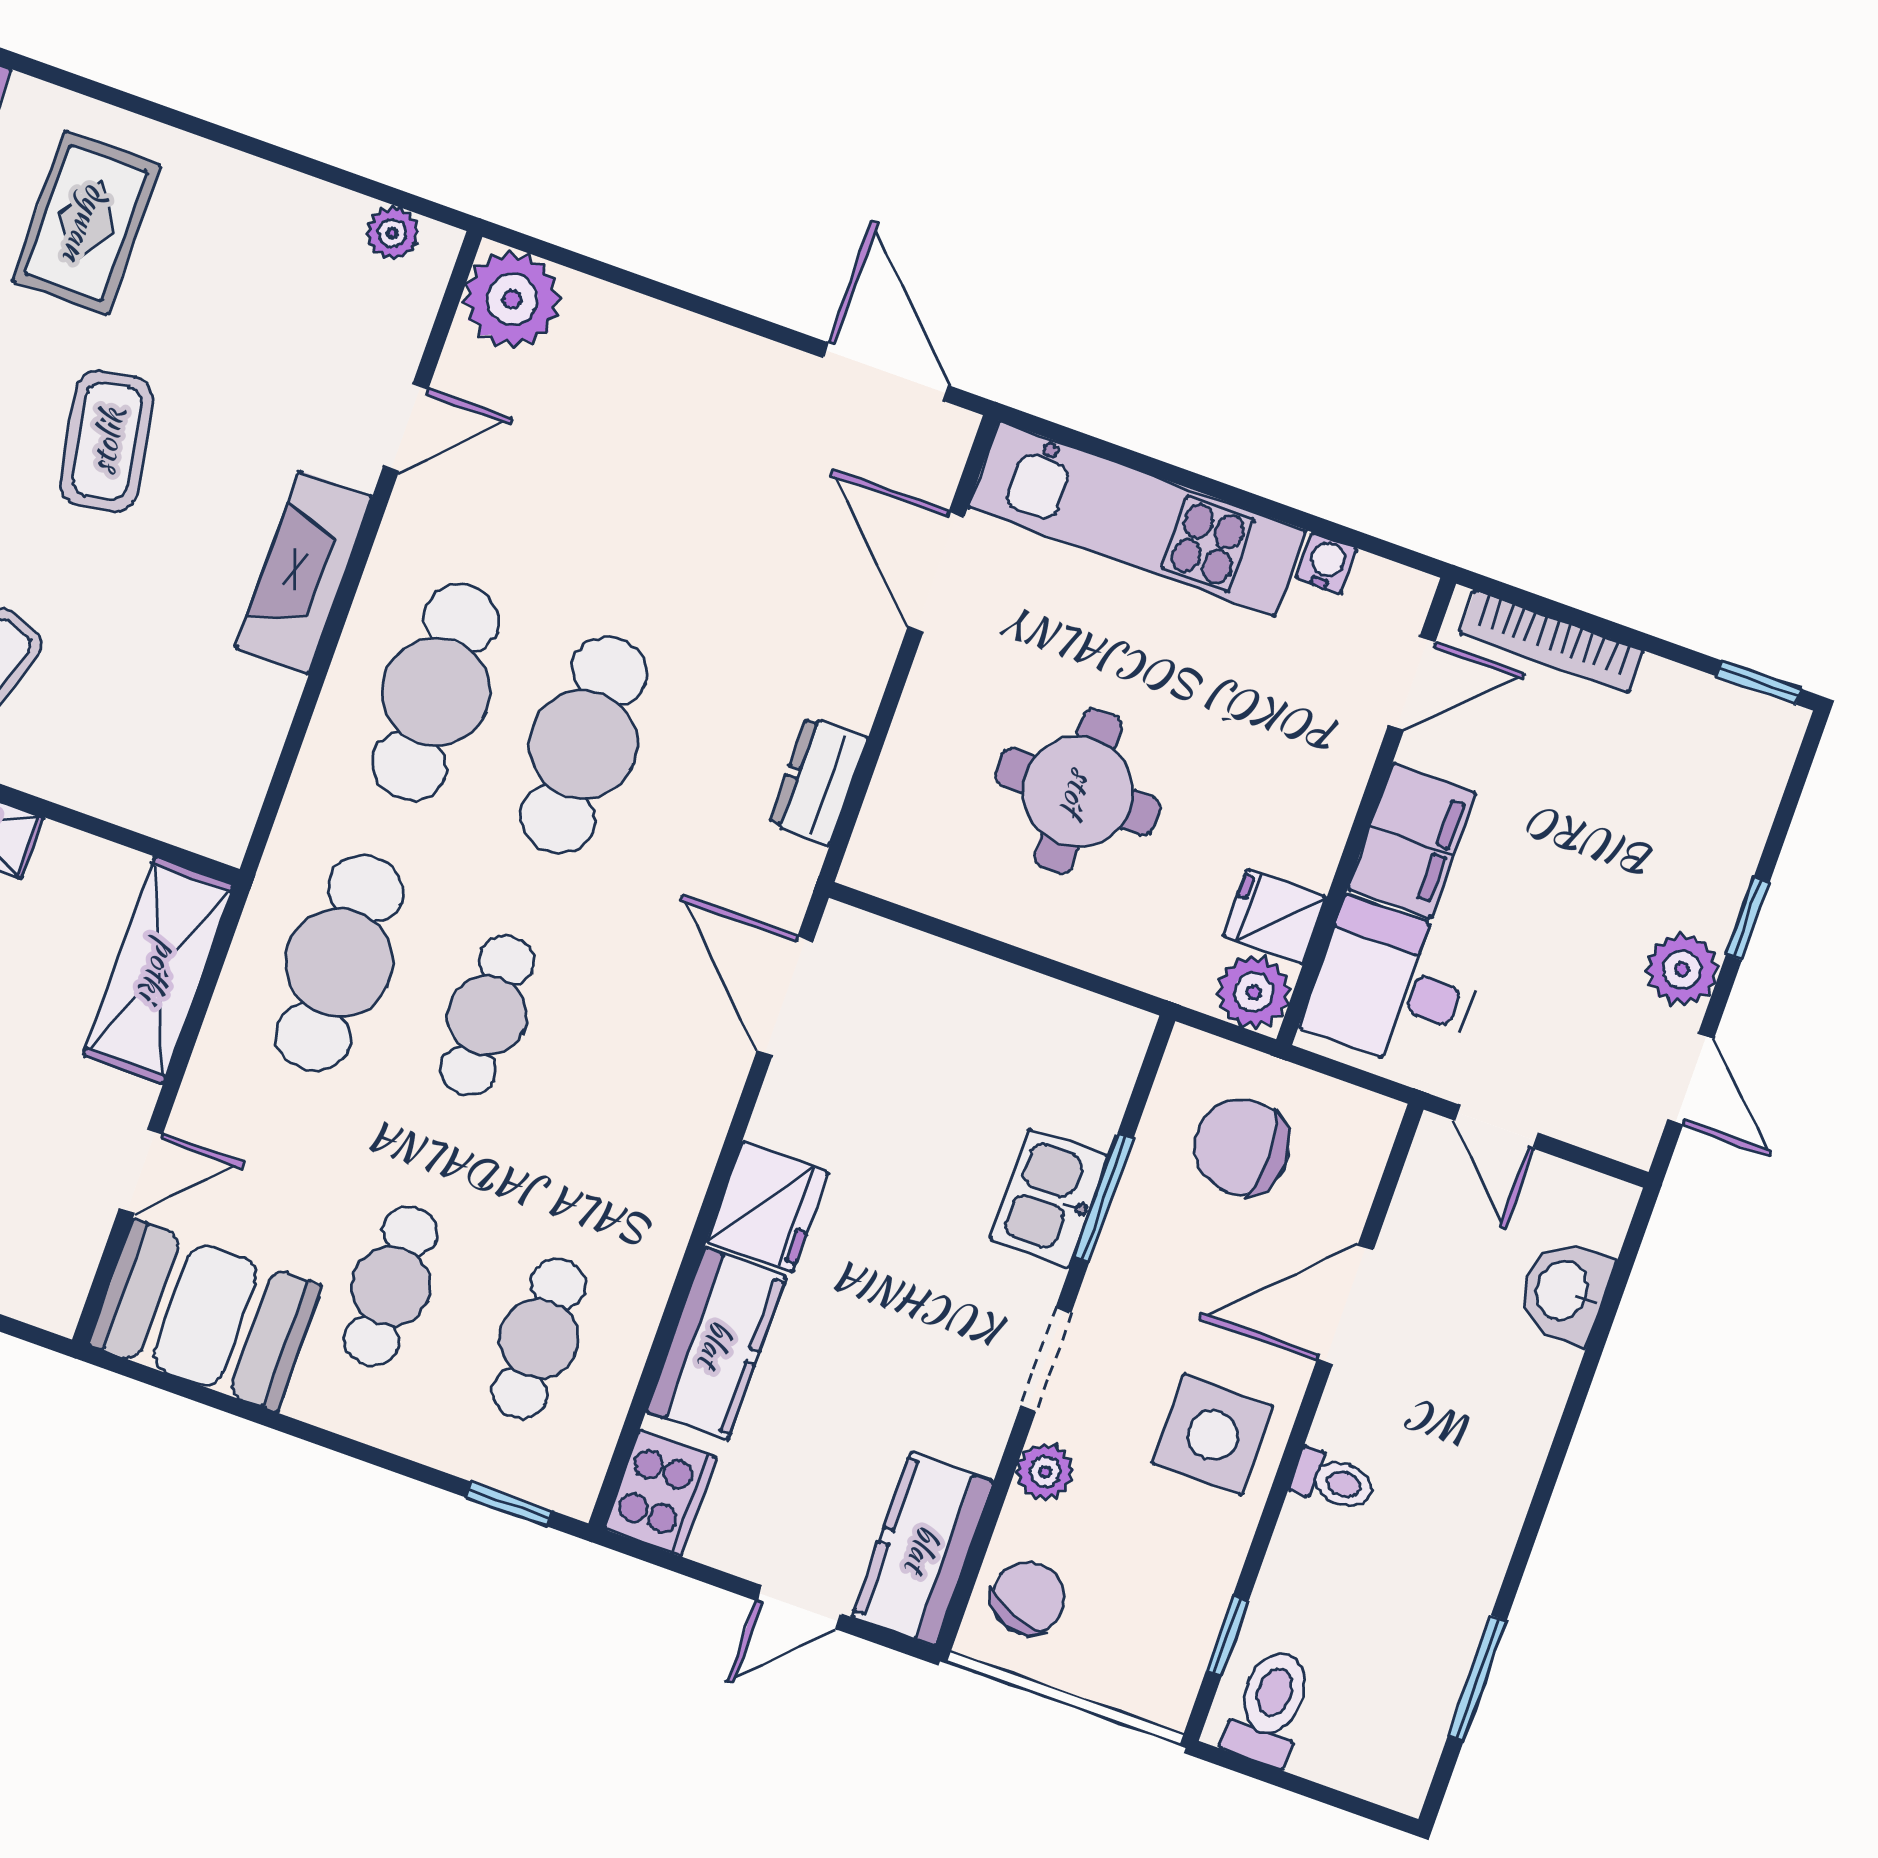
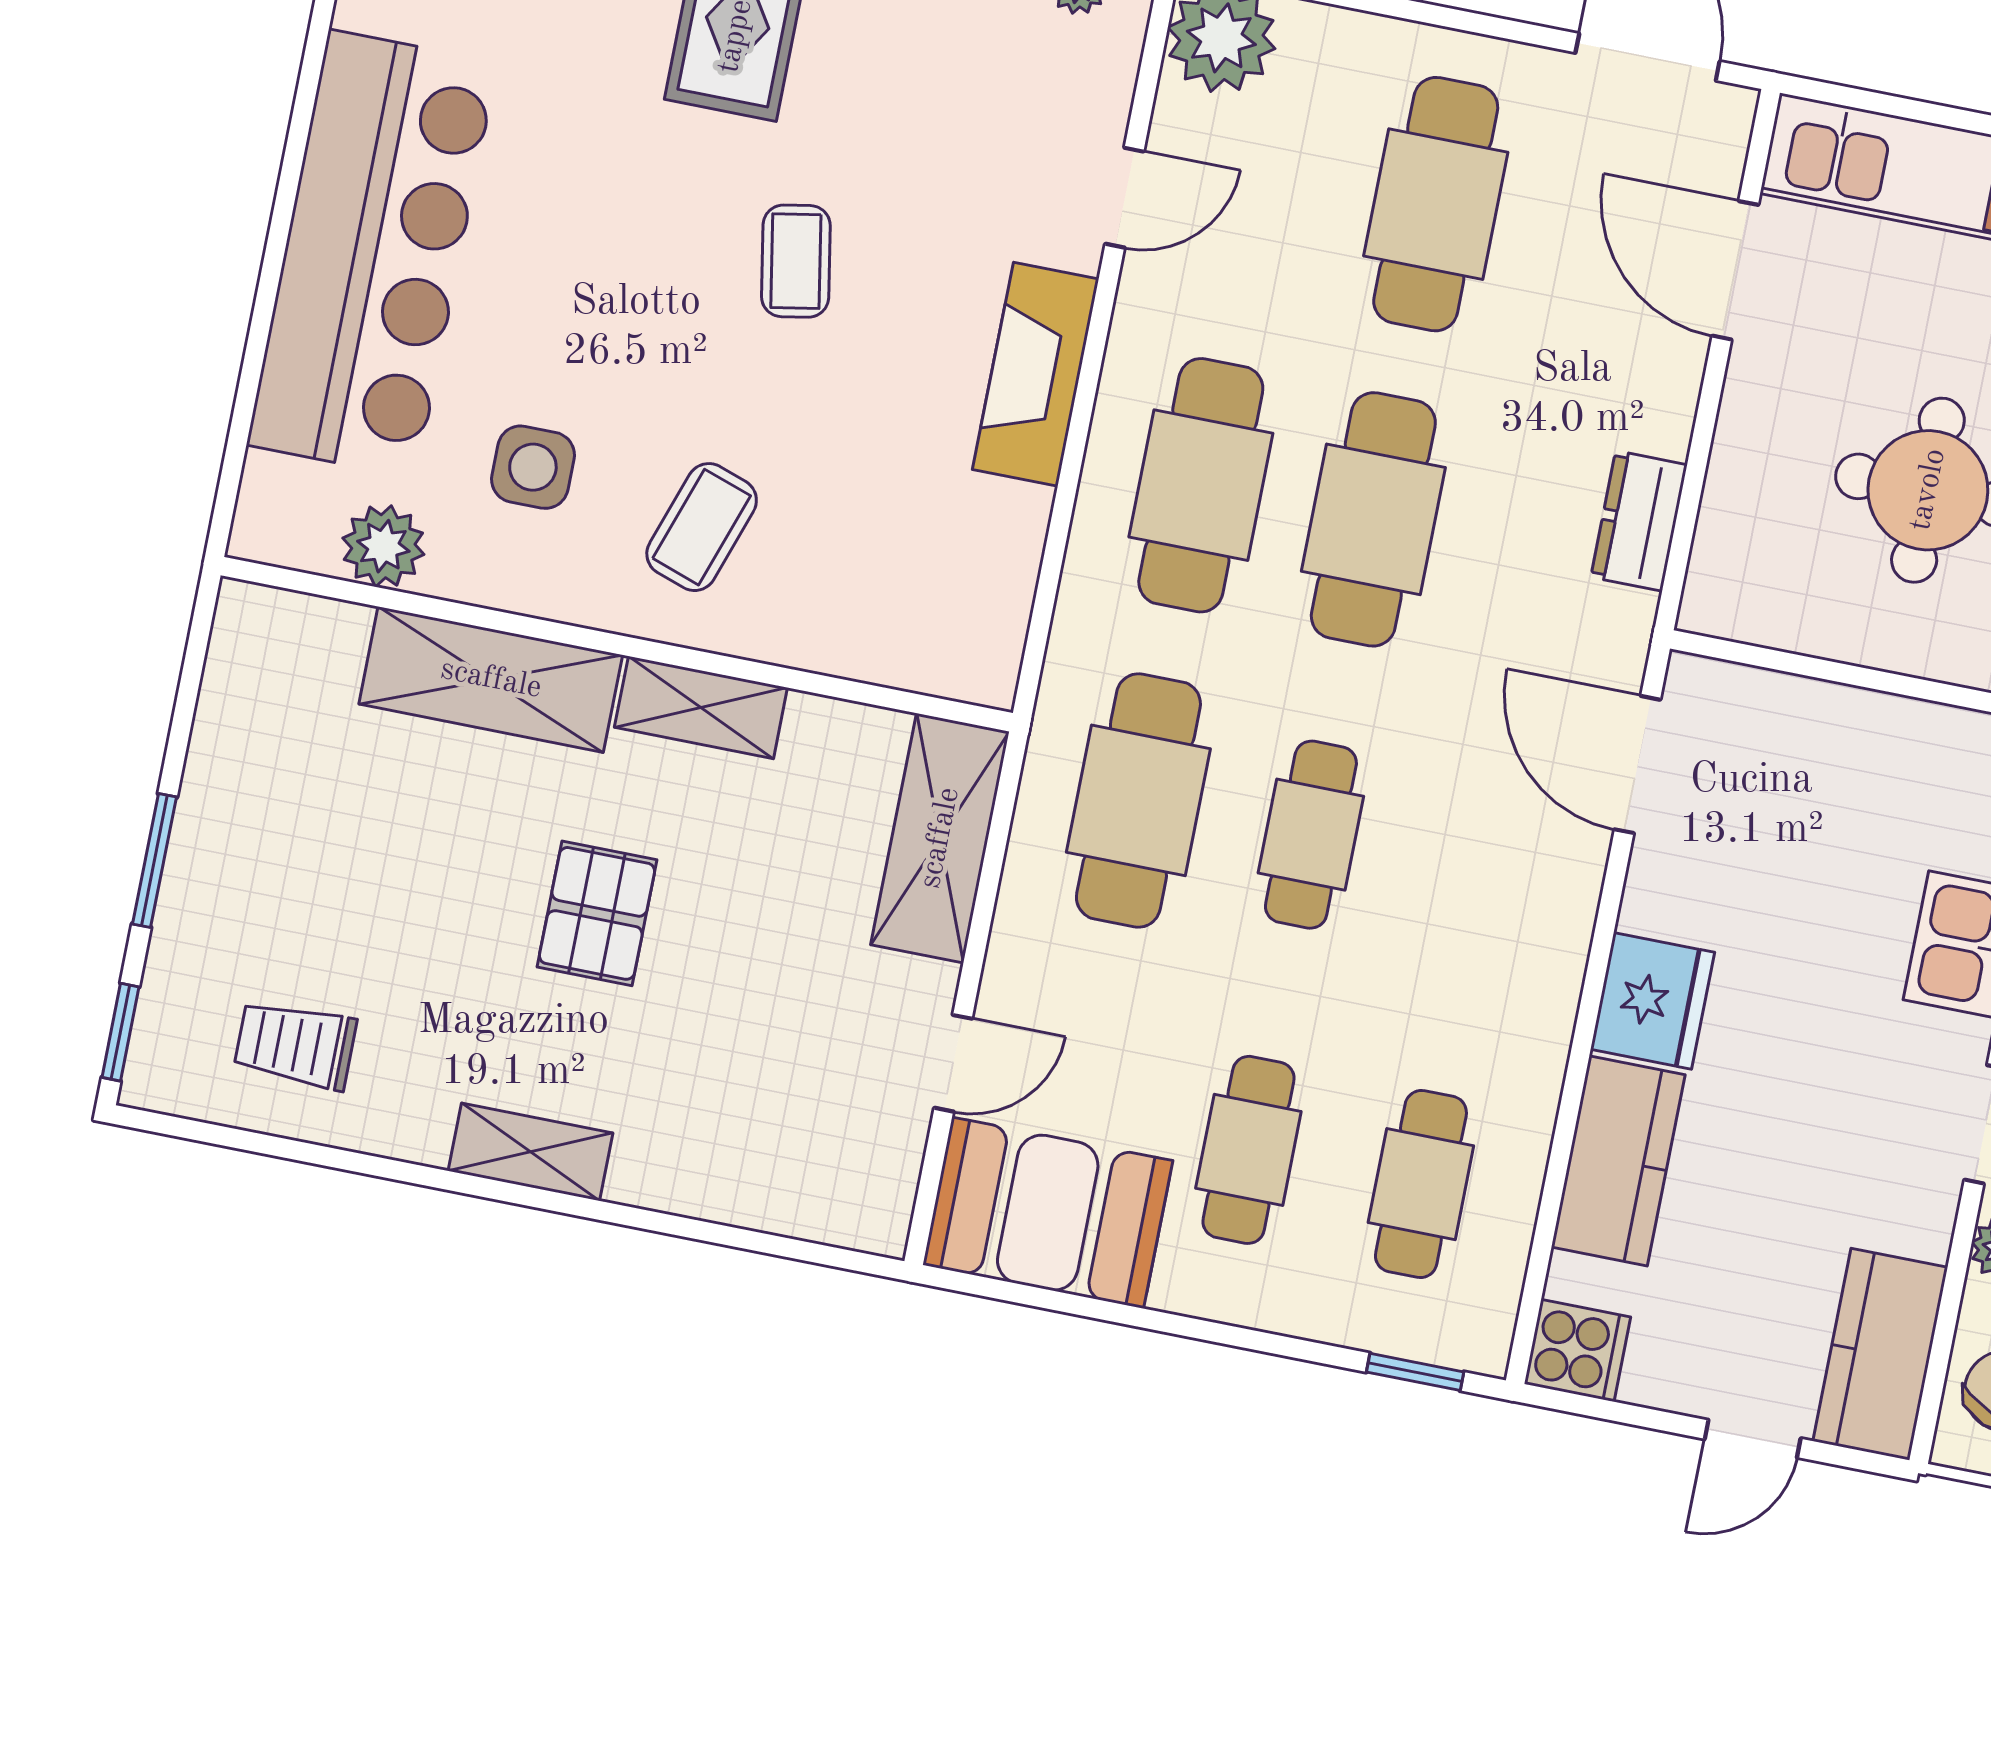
coffee table: (107, 441) -> (796, 261), width x0.73, depth x0.77
cafe table: (680, 474) -> (1436, 204), added
cooker: (660, 1493) -> (1577, 1350), width x0.73

